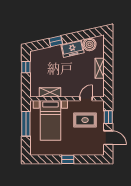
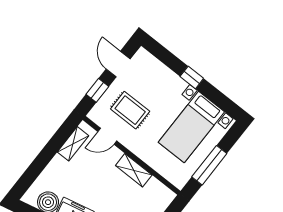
shelving: (100, 68) -> (73, 144), moved
shelving: (50, 92) -> (134, 170), moved
bed with nightstands: (50, 120) -> (191, 127), moved, turned 180

